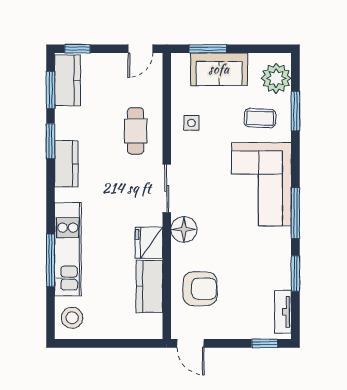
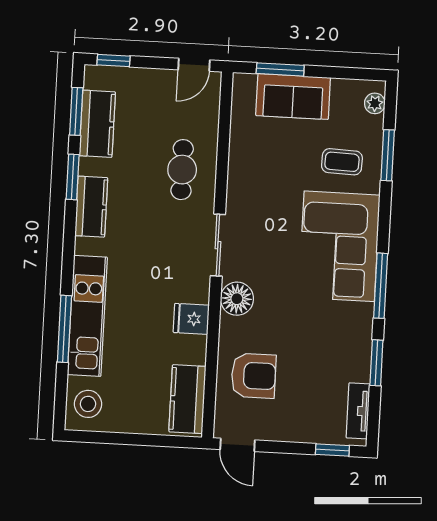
plant: (276, 78) -> (375, 103), width x0.53, depth x0.53
kitchen counter: (67, 80) -> (97, 124), moved
side table: (192, 123) -> (254, 163), removed
fridge: (149, 243) -> (191, 319), width x0.72
kitchen counter: (149, 286) -> (187, 399), moved

